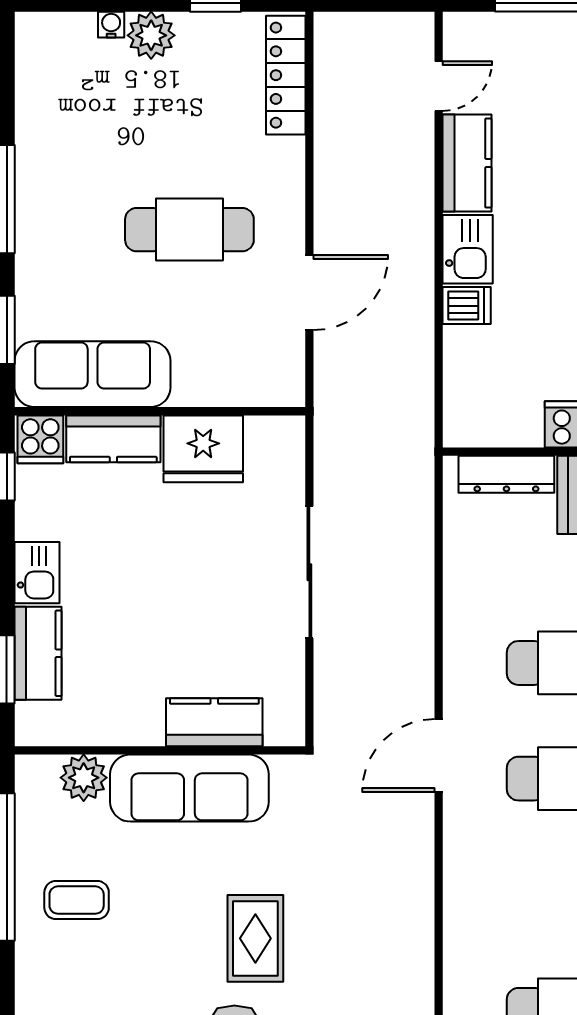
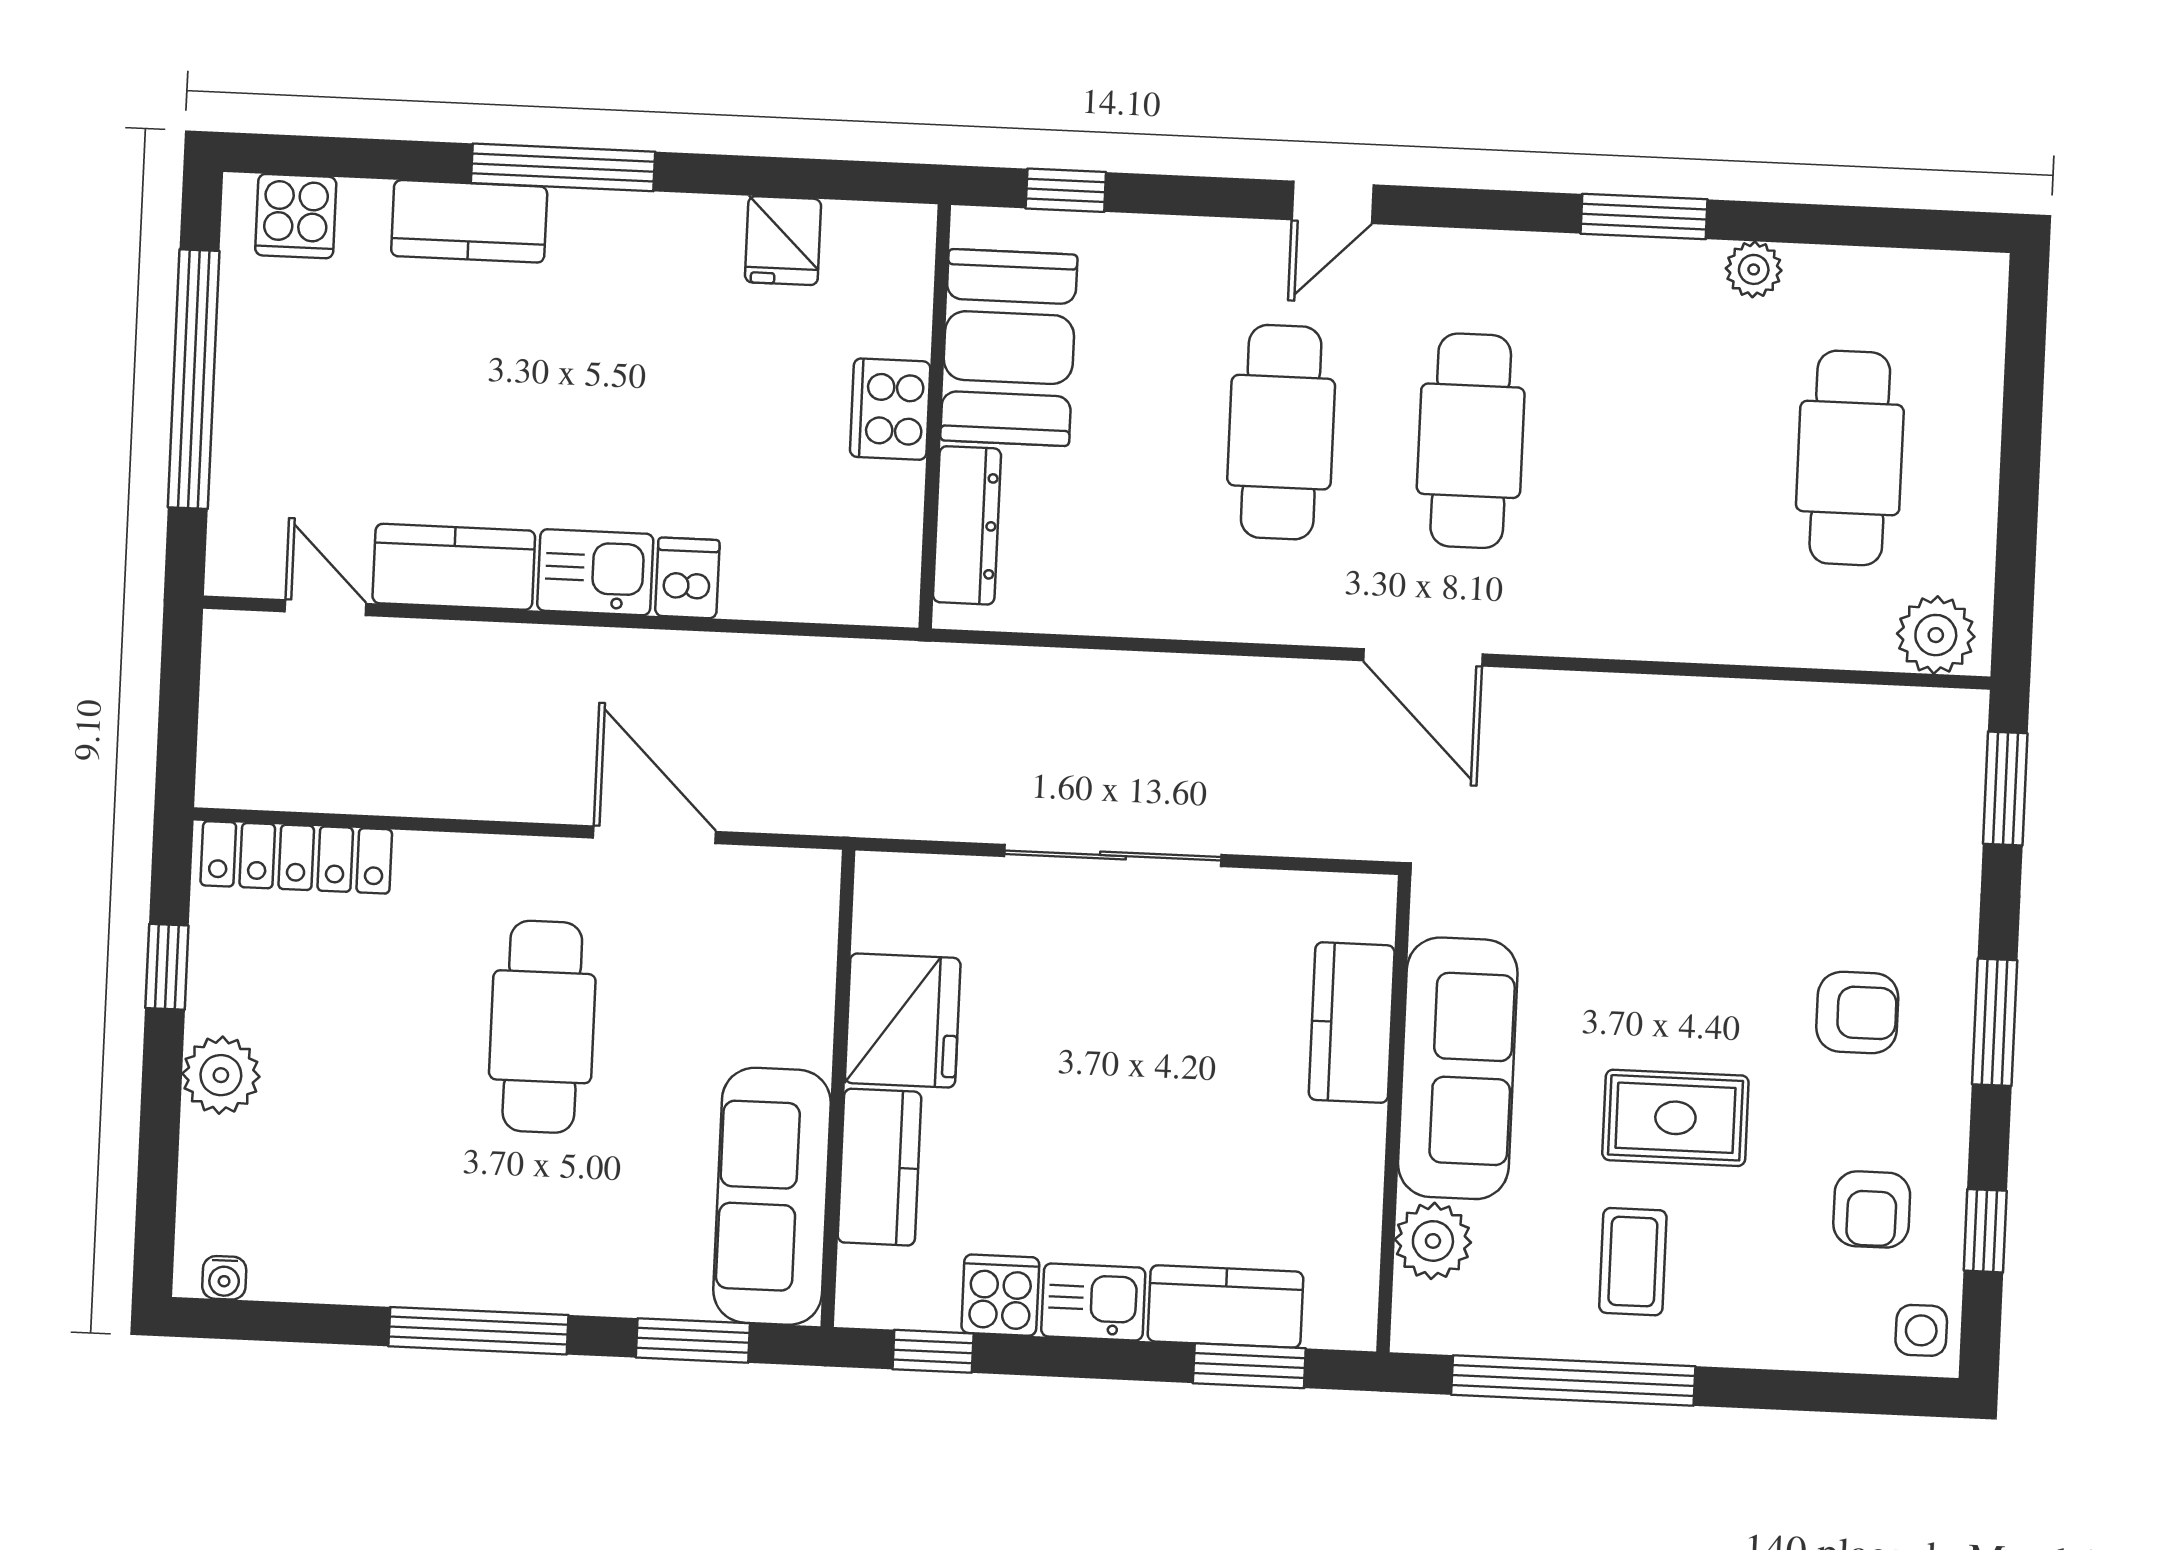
water cooler: (111, 25) -> (224, 1278), moved, turned -90
cooker: (40, 439) -> (1000, 1295), moved, turned -90
rug: (255, 938) -> (1675, 1118), moved

